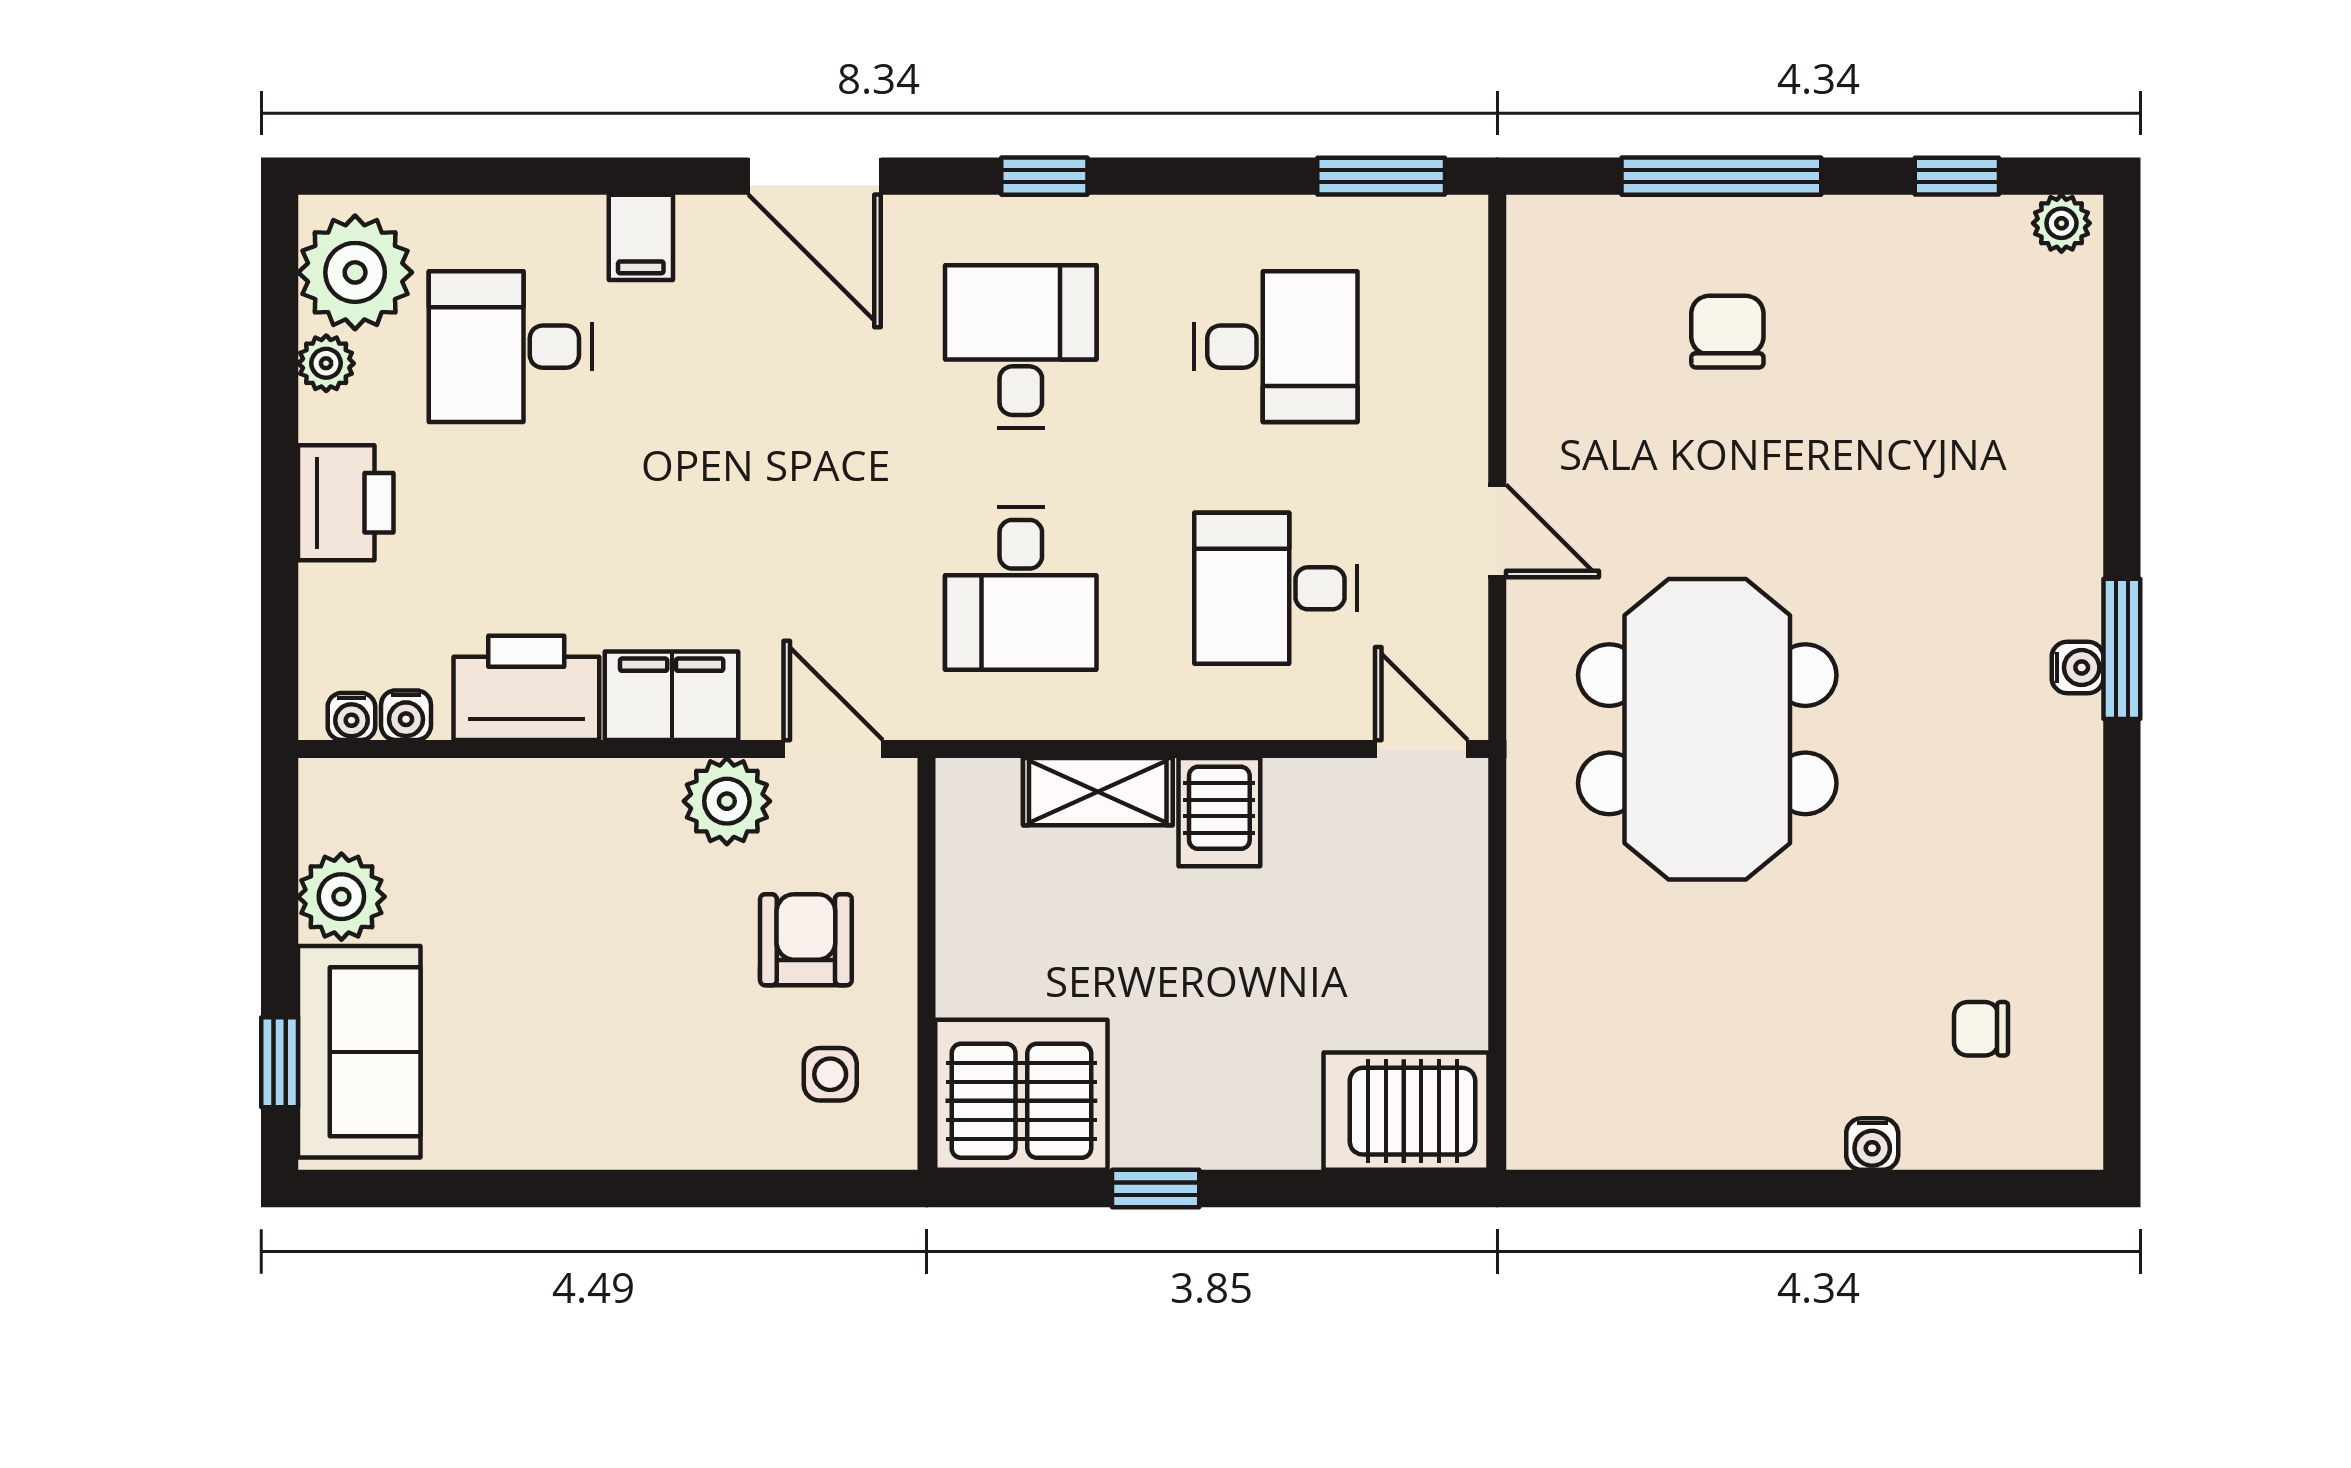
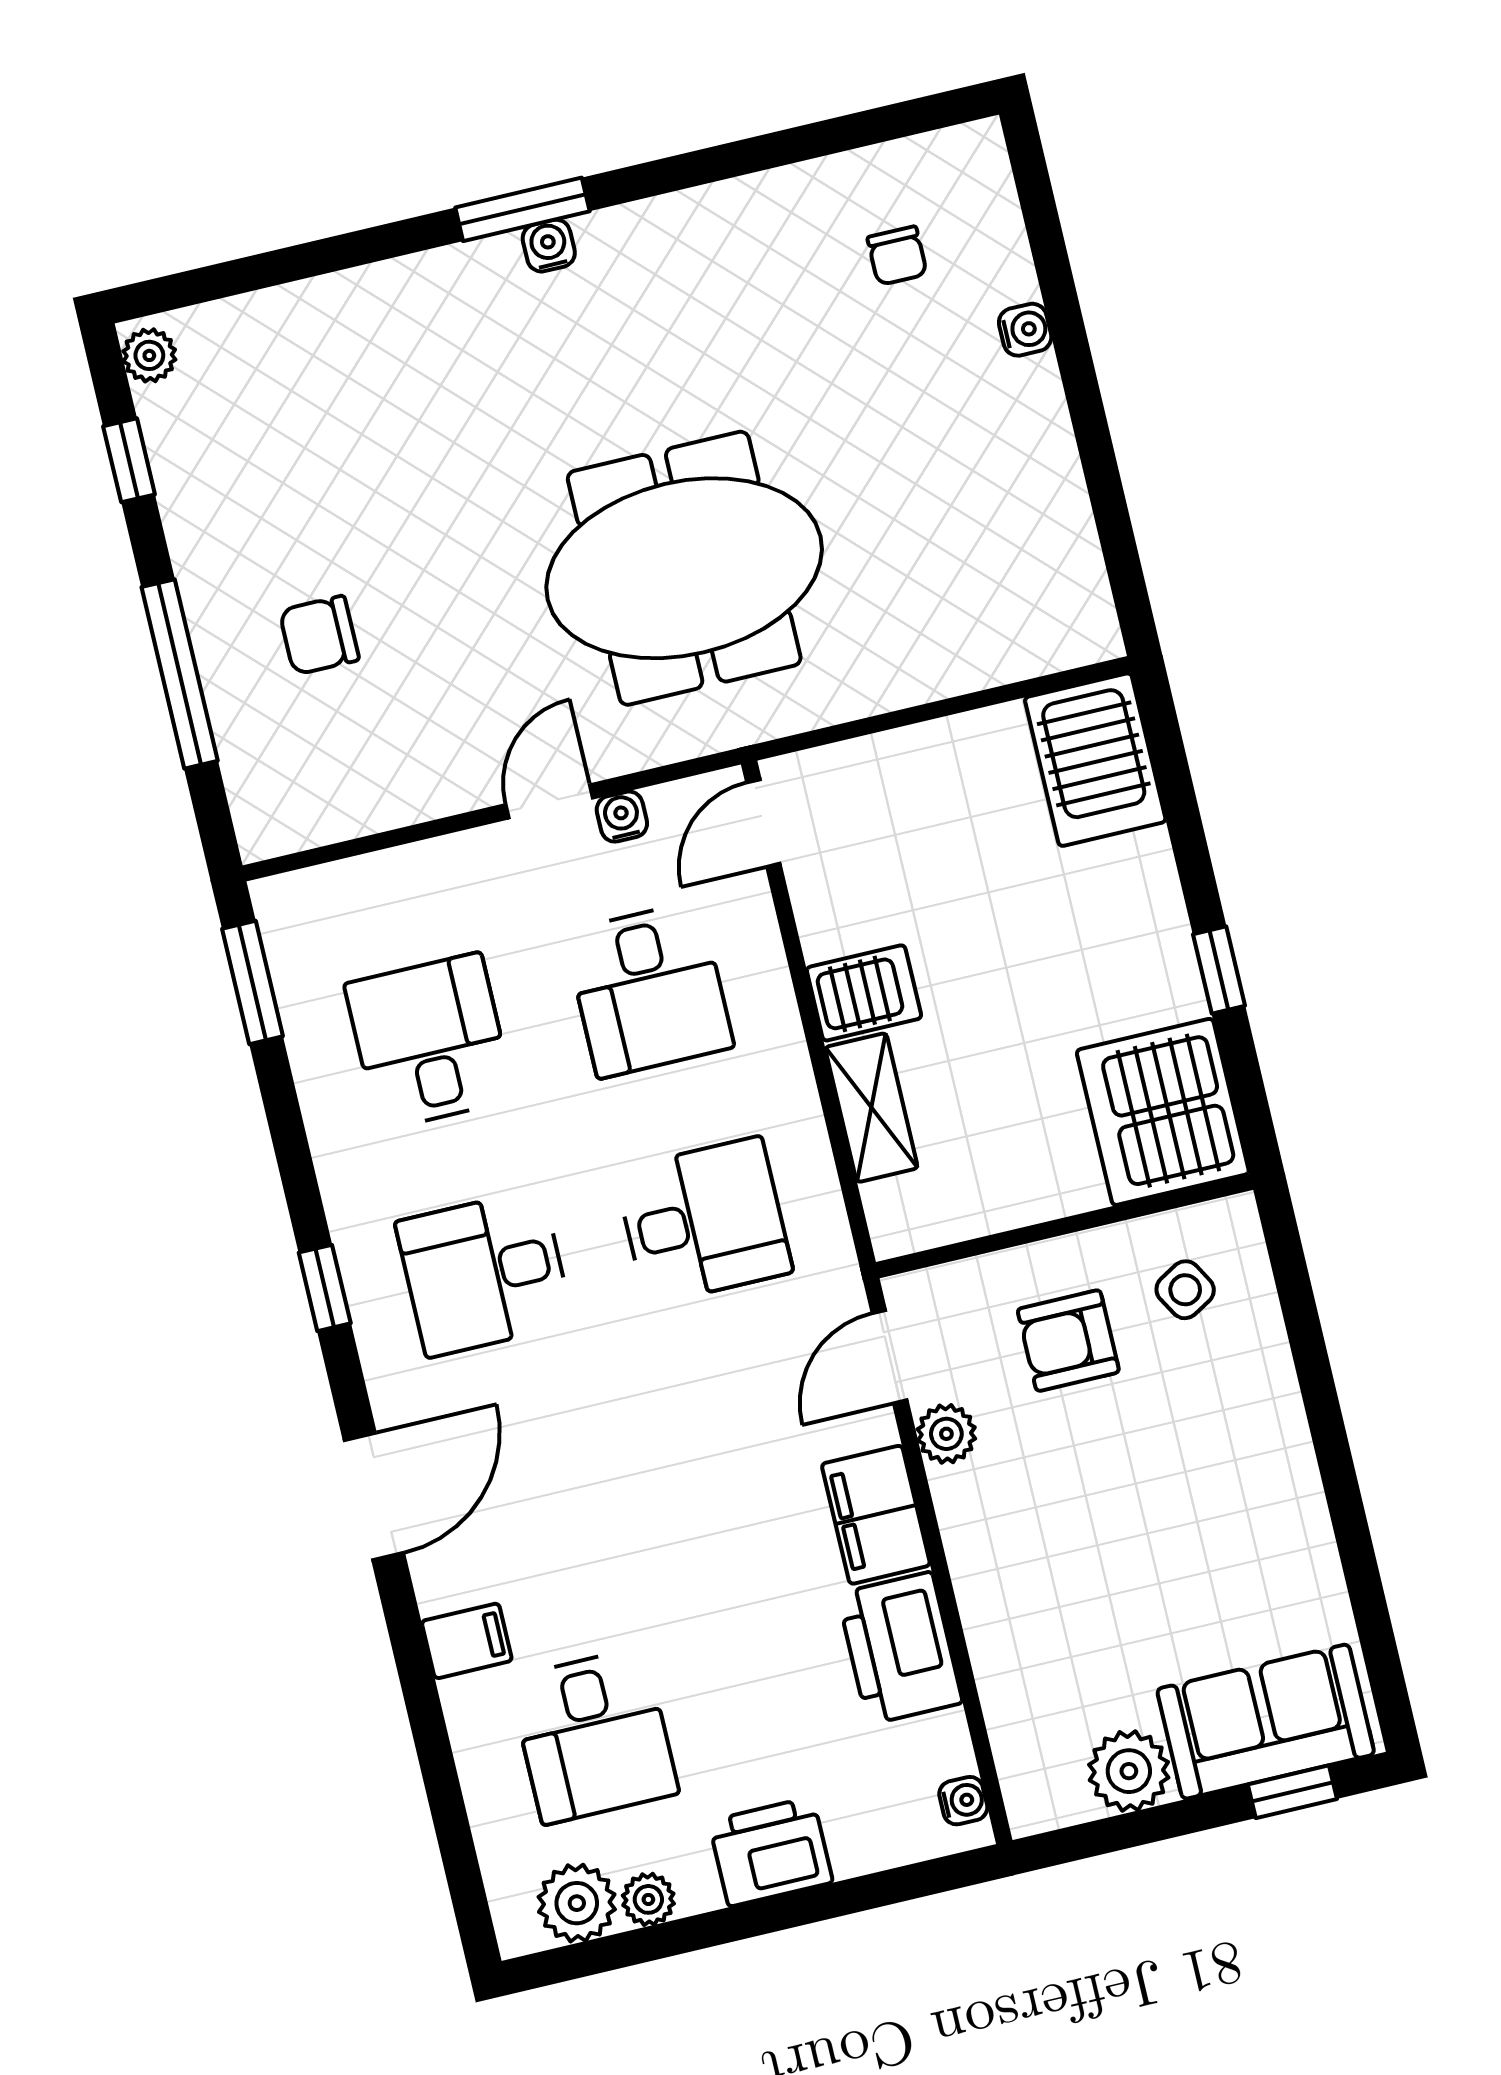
plant: (355, 272) -> (577, 1903), width x0.73, depth x0.73
water cooler: (406, 715) -> (622, 817), moved, turned -90
plant: (727, 801) -> (946, 1434), width x0.73, depth x0.73
side table: (830, 1074) -> (1185, 1290), turned -30

